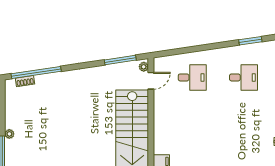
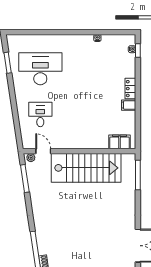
desk: (243, 77) -> (40, 69), width x1.87, depth x1.30

